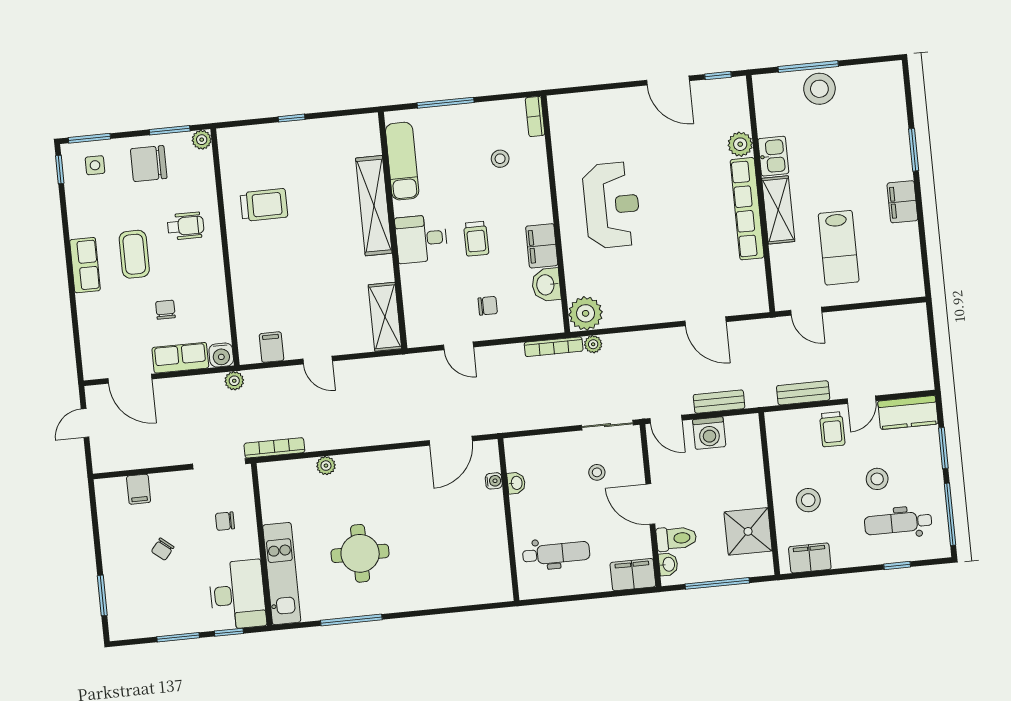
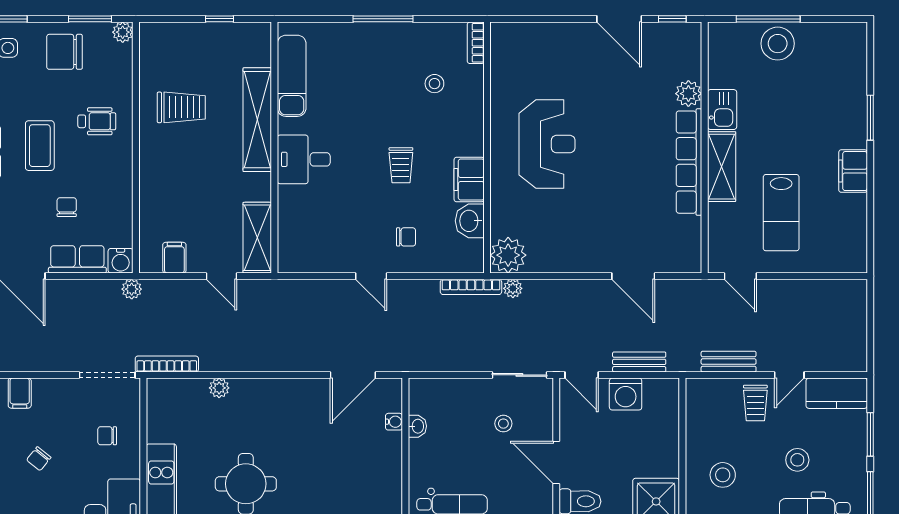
exam couch: (402, 161) -> (292, 76), moved
shelving: (374, 206) -> (257, 120), moved
wall: (393, 230) -> (274, 148), moved
desk: (421, 239) -> (304, 159), moved
shelving: (385, 317) -> (257, 238), moved

